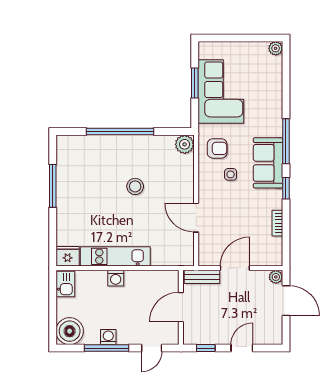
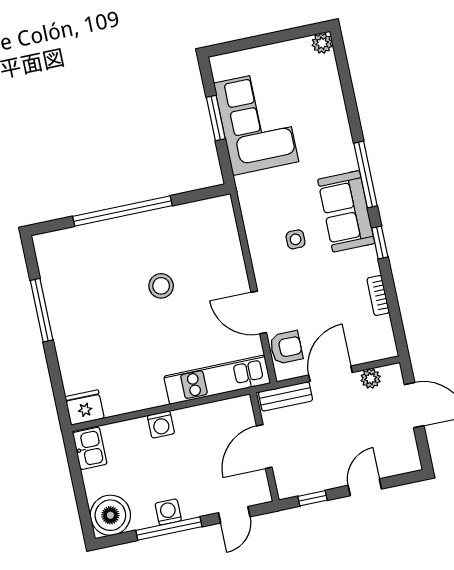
plant: (185, 144) -> (220, 210), removed
armchair: (217, 148) -> (286, 347), moved
kitchen unit: (115, 256) -> (217, 380), moved
plant: (276, 277) -> (371, 379), moved

